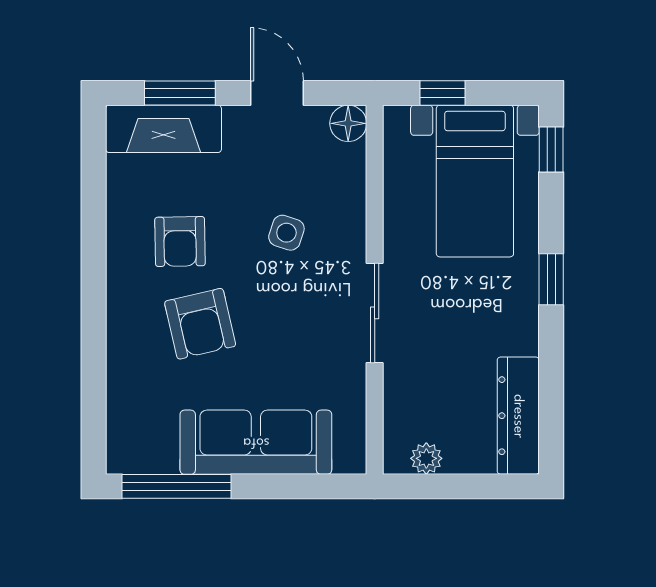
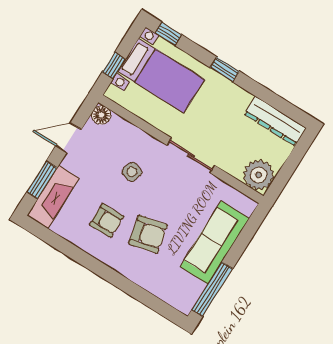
plant: (426, 458) -> (259, 175), width x1.87, depth x1.87

